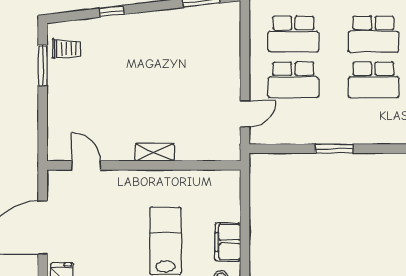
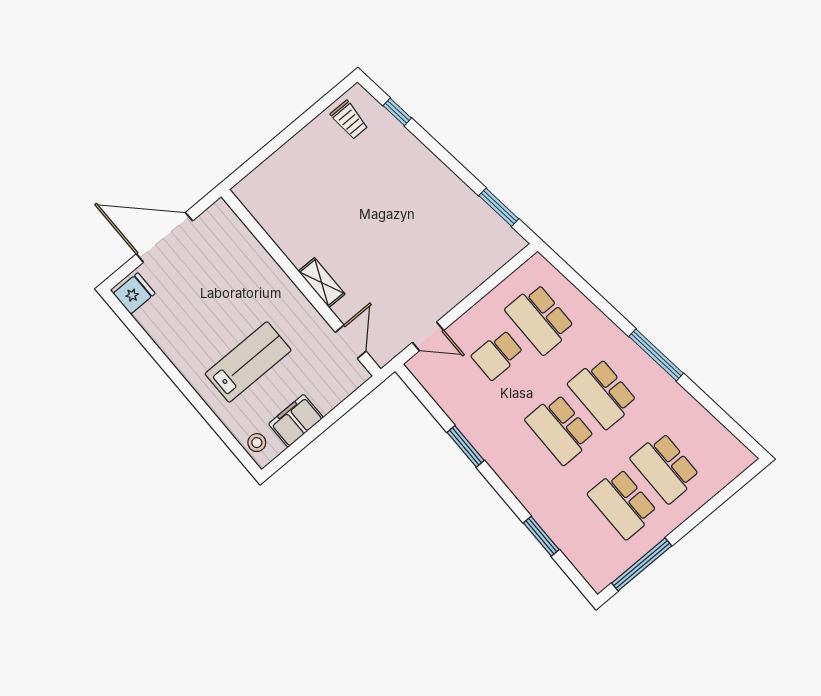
window: (112, 11) -> (397, 112), moved
window: (43, 65) -> (315, 111), removed
school desk: (293, 80) -> (498, 355), width x0.54
door: (86, 165) -> (351, 342), moved

